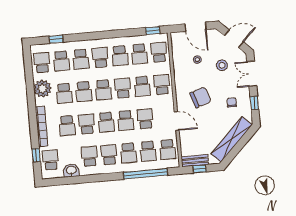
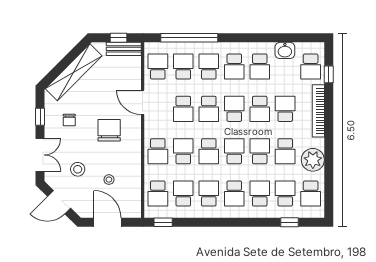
school desk: (64, 93) -> (285, 151), turned 180
chair: (200, 97) -> (109, 130), turned 108
school desk: (126, 121) -> (209, 109), turned 180

